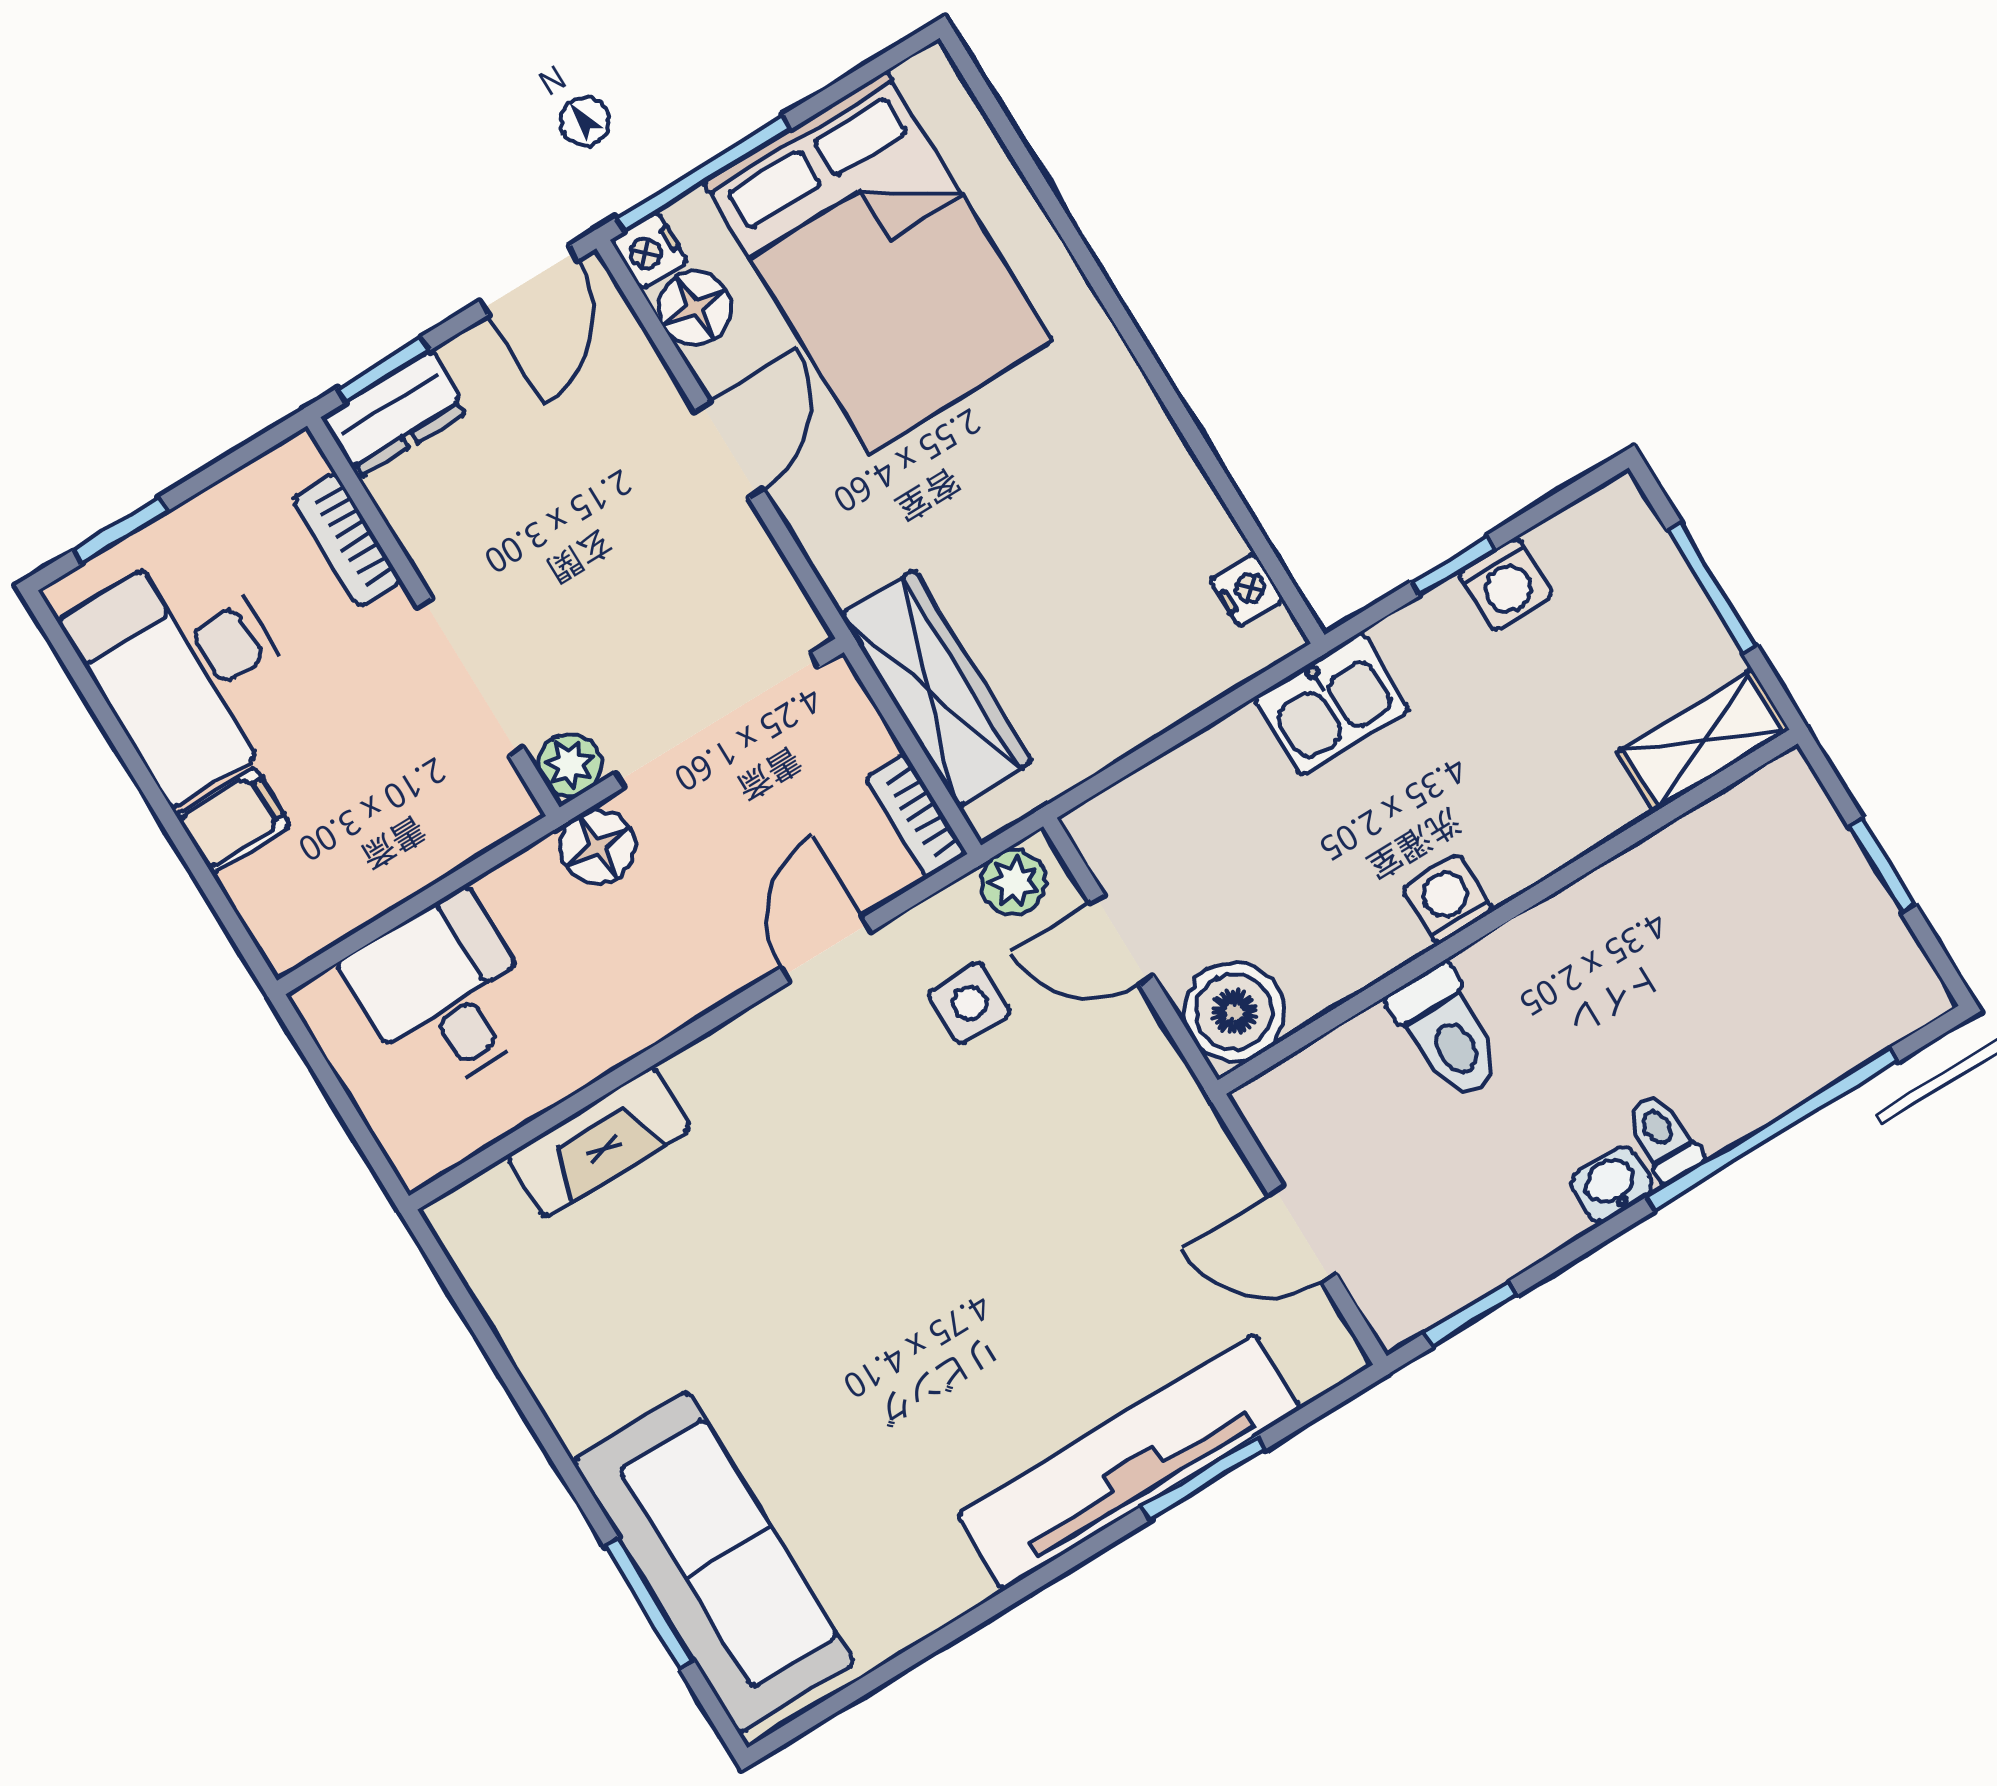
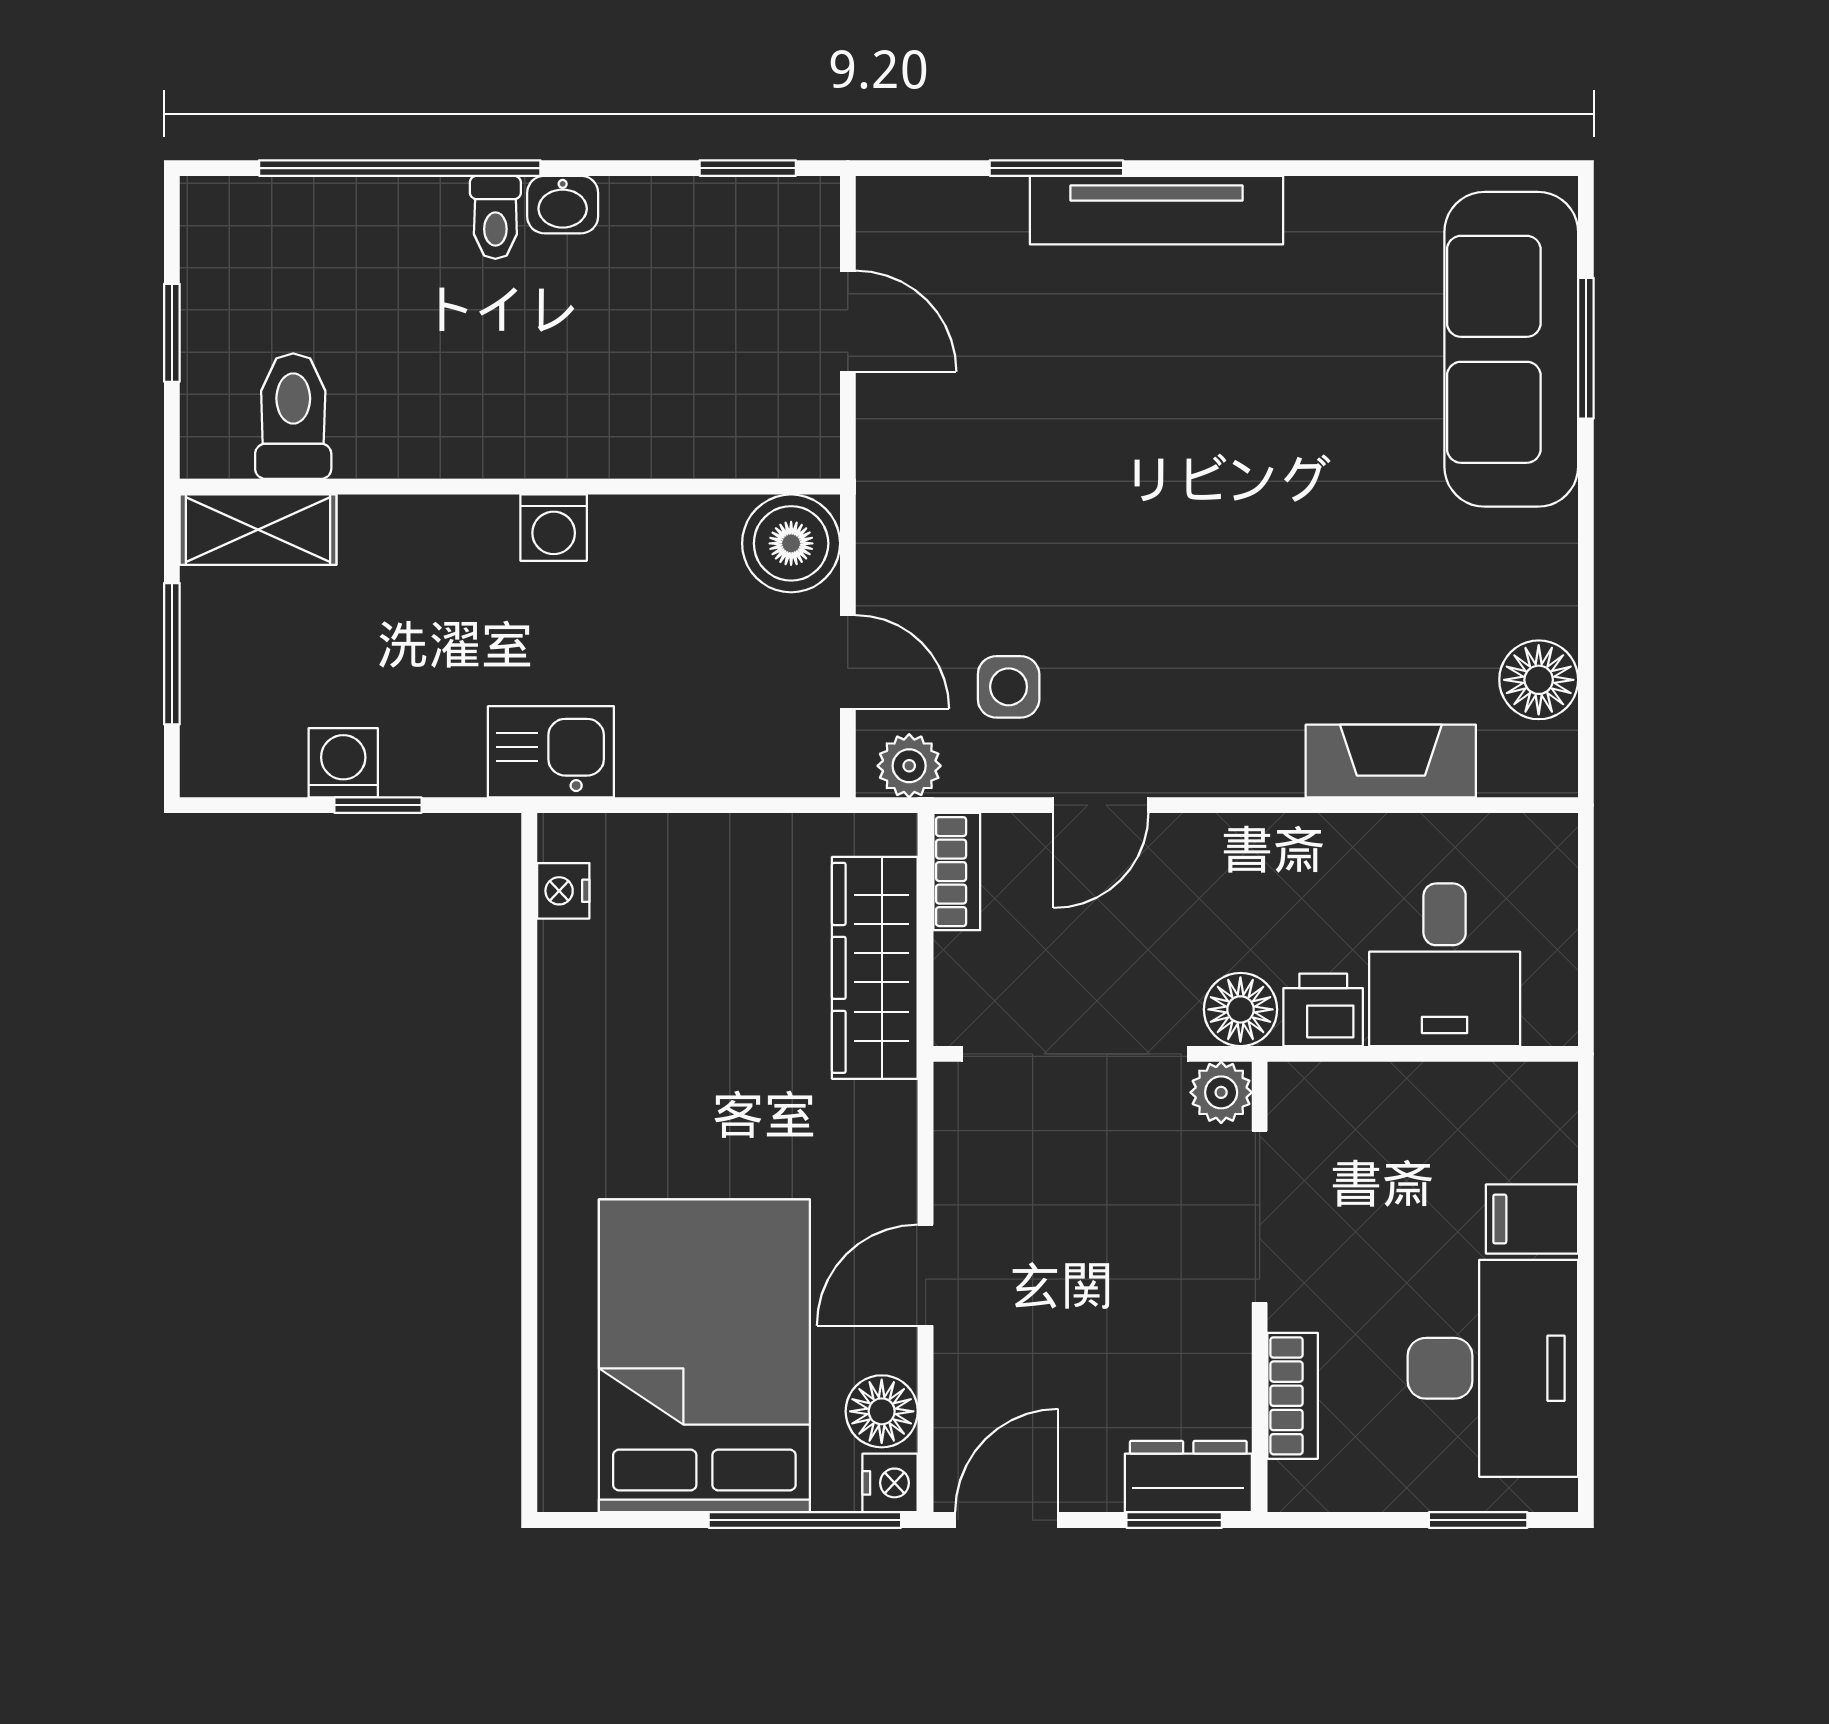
printer: (525, 890) -> (1323, 1010), added
toilet: (1447, 1033) -> (293, 416), moved
floor lamp: (514, 1291) -> (1539, 680), added
tv unit: (1129, 1462) -> (1157, 210), width x0.73, depth x0.78

